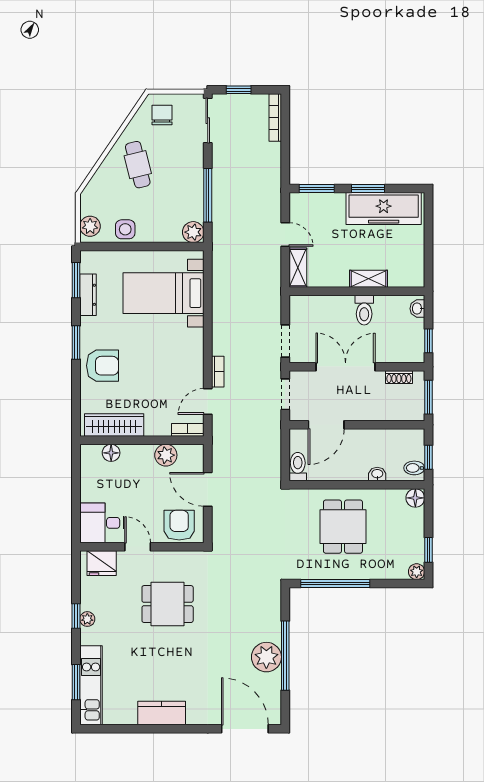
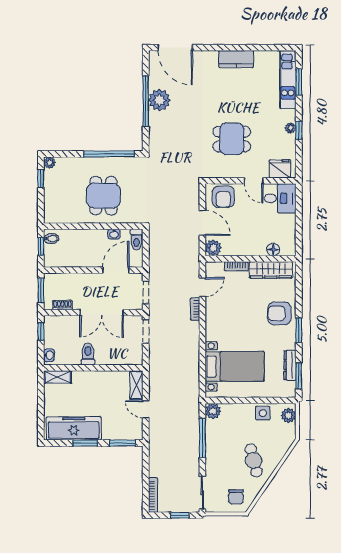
shelving: (368, 279) -> (58, 377), moved
bookcase: (188, 430) -> (236, 266), moved
plant: (166, 455) -> (213, 248), moved
washbasin: (377, 474) -> (114, 234), moved
floor lamp: (415, 498) -> (50, 217), removed

